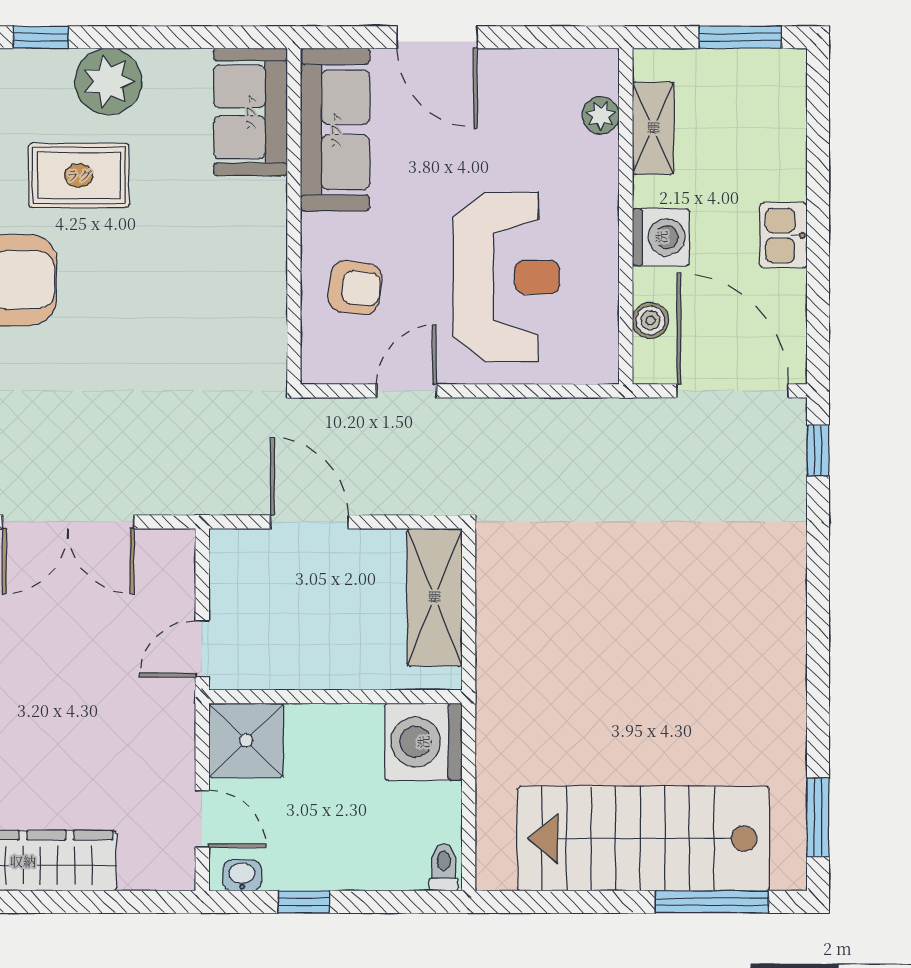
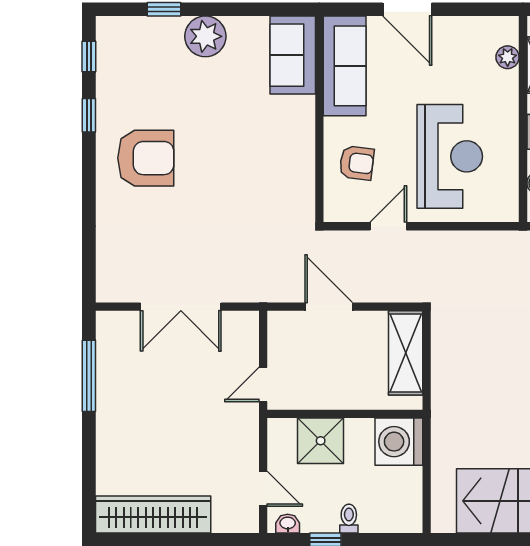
rug: (79, 175) -> (187, 94), removed
shower: (246, 740) -> (321, 441), moved
toilet: (444, 867) -> (349, 519), moved

